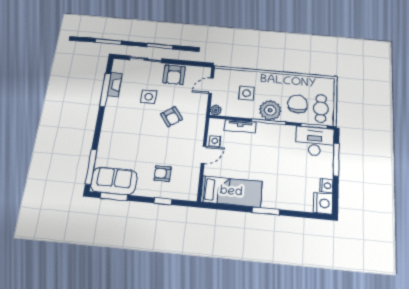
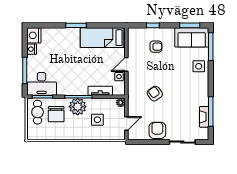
side table: (149, 97) -> (199, 66), moved

